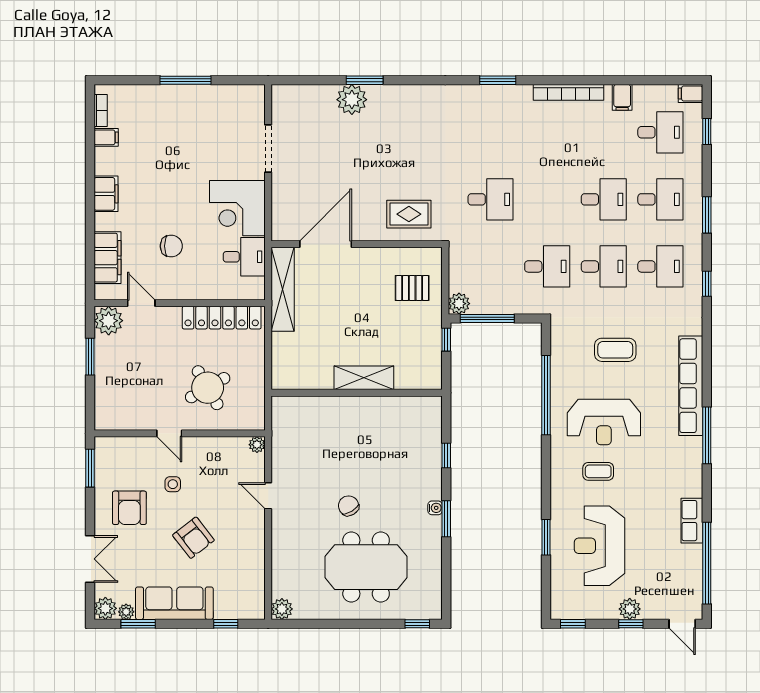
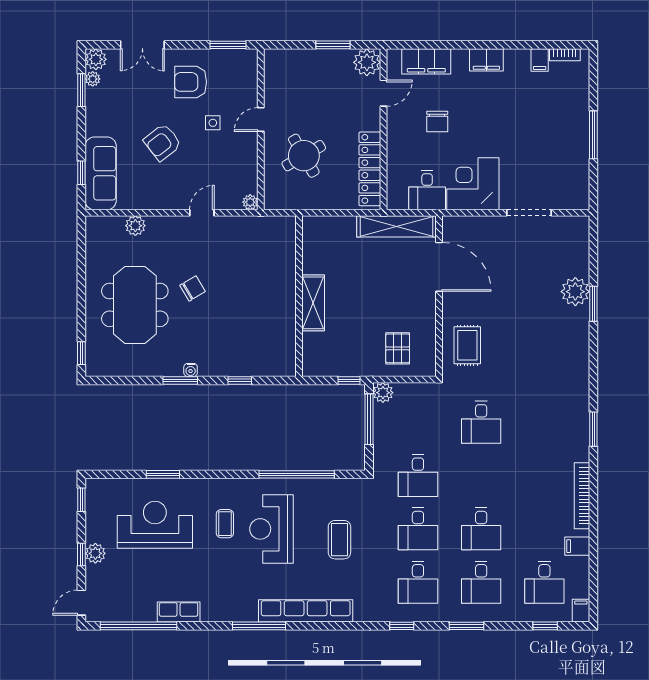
sofa: (174, 603) -> (101, 173), moved
plant: (282, 609) -> (135, 226), moved

